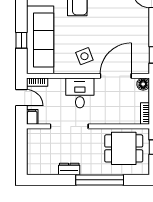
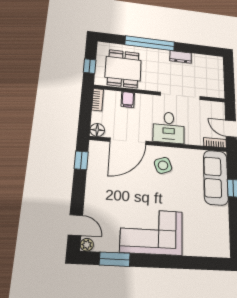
sofa: (40, 40) -> (216, 177), width x0.74, depth x0.79
filing cabinet: (32, 117) -> (128, 99), moved
dining table: (124, 148) -> (123, 69), turned 90

